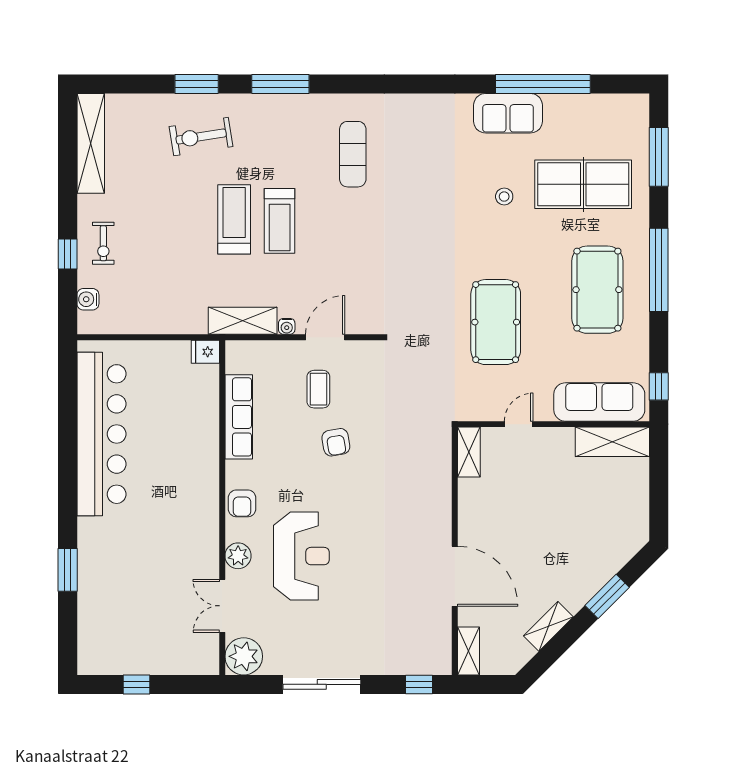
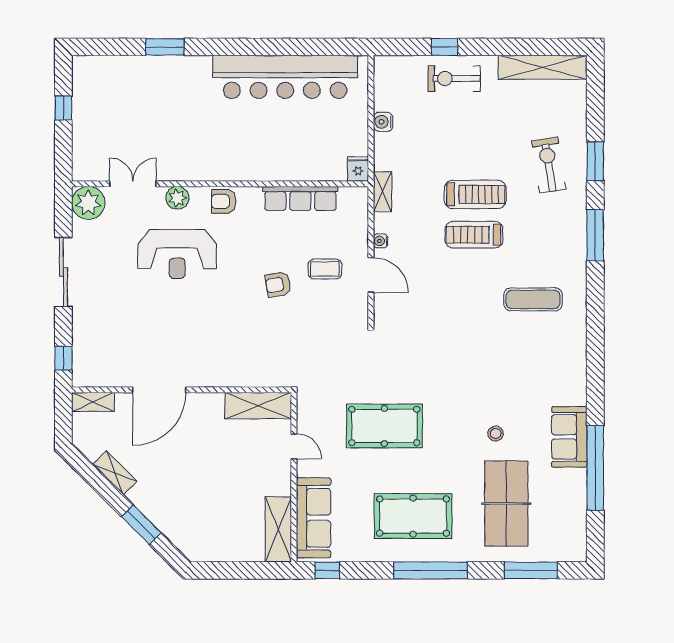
exercise bike: (103, 243) -> (454, 79), width x1.38, depth x1.39
water cooler: (88, 299) -> (383, 122), moved, turned -90
shelving: (243, 321) -> (383, 192), width x0.67, depth x0.75
shelving: (469, 452) -> (258, 406), width x1.50, depth x1.33

